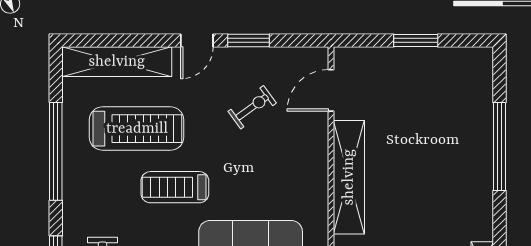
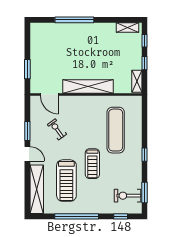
window: (416, 40) -> (27, 69), moved
treadmill: (137, 129) -> (66, 181), turned 180

